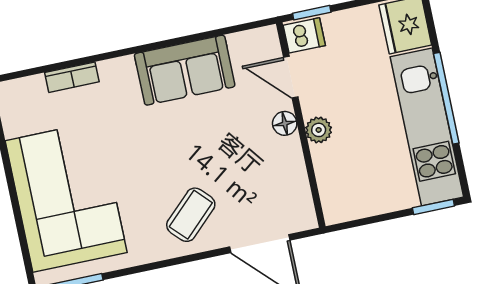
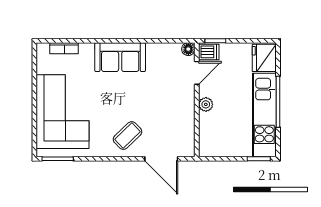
sofa: (185, 70) -> (120, 57), moved
bookcase: (72, 77) -> (64, 48), moved
door: (291, 77) -> (197, 73), swing flipped
floor lamp: (285, 123) -> (188, 49), moved

